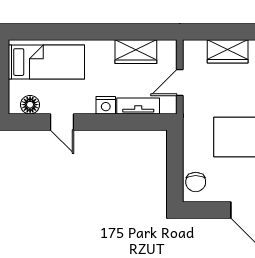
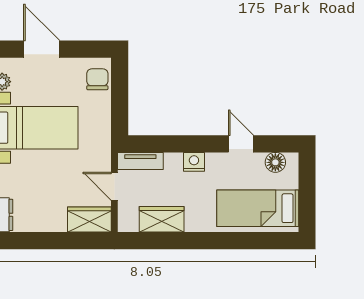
wardrobe: (228, 51) -> (89, 220), moved
door: (180, 83) -> (114, 186), swing flipped
tv unit: (138, 106) -> (140, 161), moved

